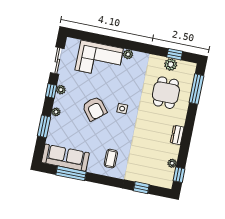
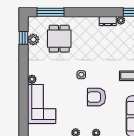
dining table: (166, 93) -> (59, 39), turned 90
armchair: (95, 109) -> (97, 97), moved, turned -141
dresser: (177, 135) -> (108, 21), moved

